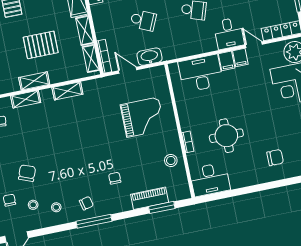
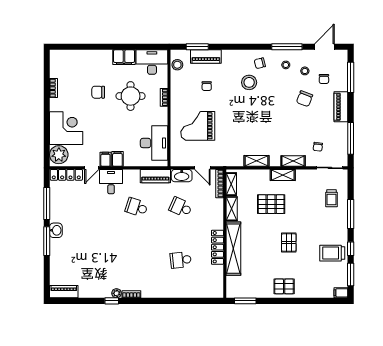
door: (254, 45) -> (92, 168), hinge flipped
piano: (179, 50) -> (155, 176), added
desk: (201, 73) -> (154, 143), moved, turned -90
chair: (275, 158) -> (98, 92), moved
stool: (171, 160) -> (177, 65), moved
chair: (115, 178) -> (207, 86), moved
stool: (94, 179) -> (249, 82), added
filing cabinet: (243, 179) -> (124, 57), added
window: (94, 221) -> (287, 47), moved

